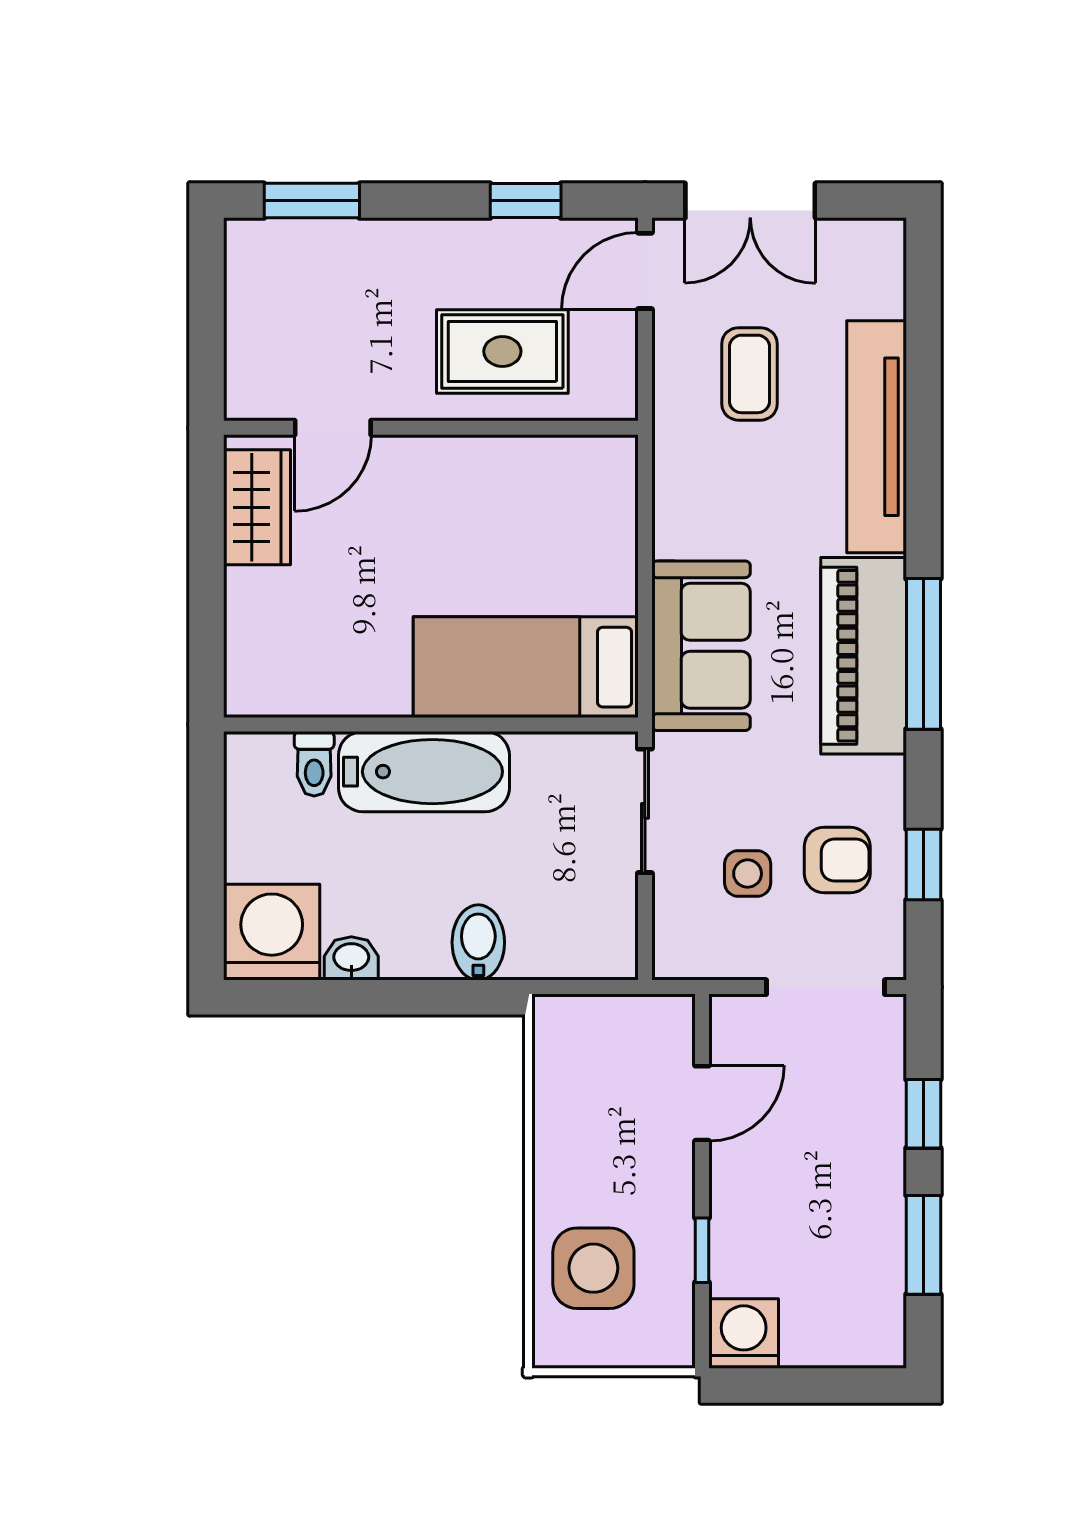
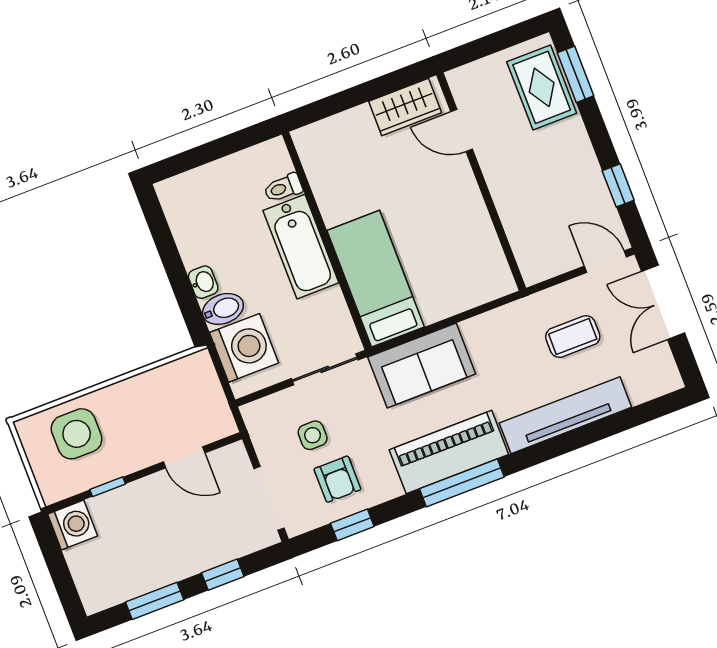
rug: (502, 351) -> (542, 87), moved
washing machine: (272, 932) -> (244, 348), moved
washbasin: (351, 958) -> (203, 282), moved

